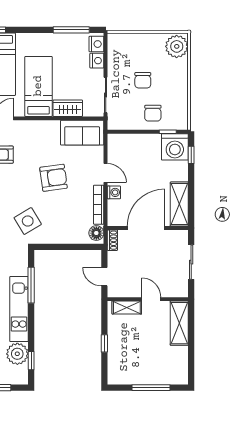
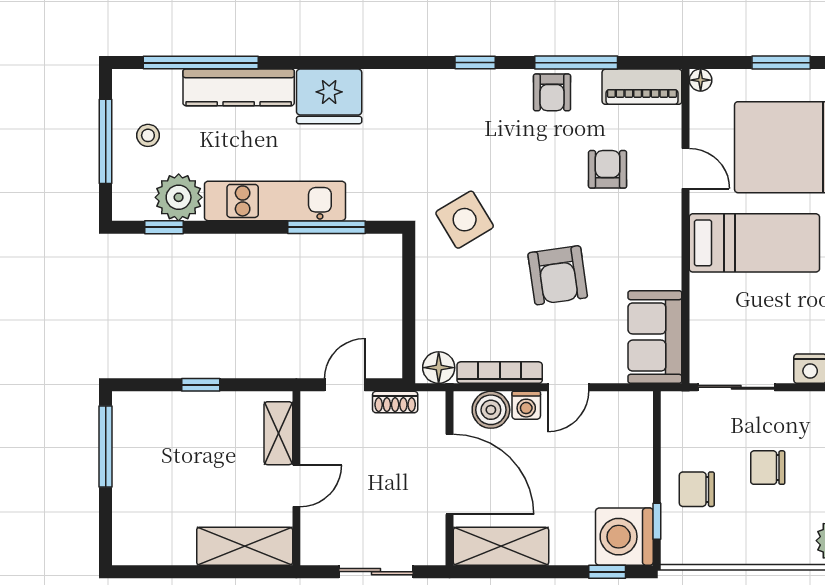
wardrobe: (68, 108) -> (708, 306), removed
boiler: (116, 209) -> (491, 410), added
shoe rack: (112, 240) -> (395, 402), moved
window: (151, 388) -> (106, 447), moved

